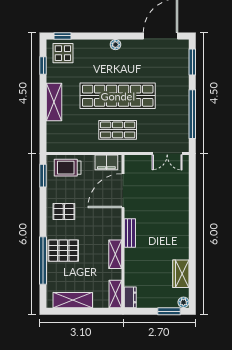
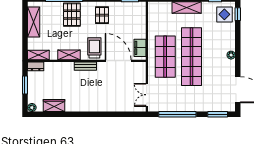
shop shelf: (118, 130) -> (165, 57), width x1.43, depth x1.36
trolley: (68, 168) -> (94, 48), moved
window: (169, 311) -> (25, 85), moved

